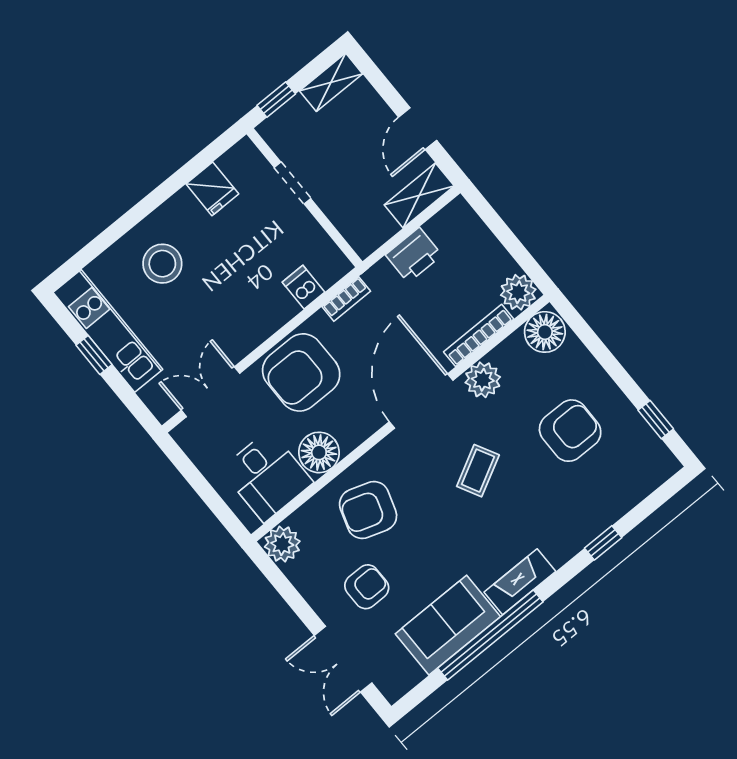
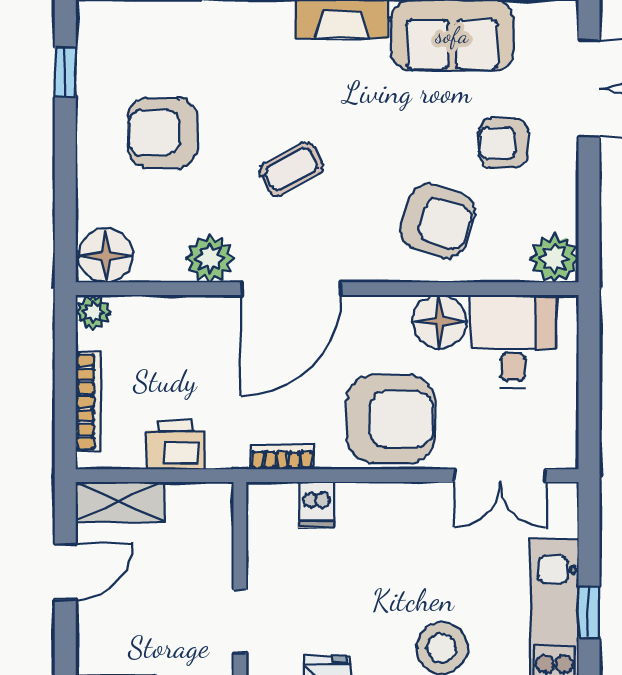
plant: (518, 292) -> (93, 312), width x0.73, depth x0.73
bookcase: (479, 335) -> (88, 402), moved, turned -90

